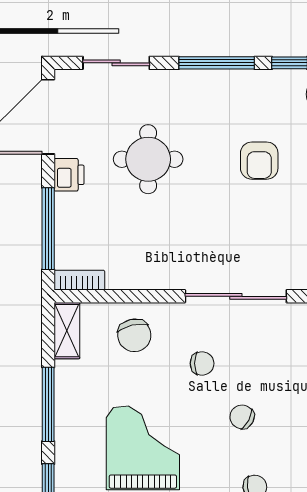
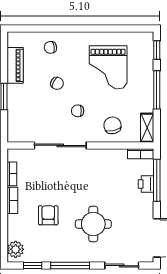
round table: (148, 159) -> (93, 224), moved
printer: (69, 175) -> (146, 184), moved

